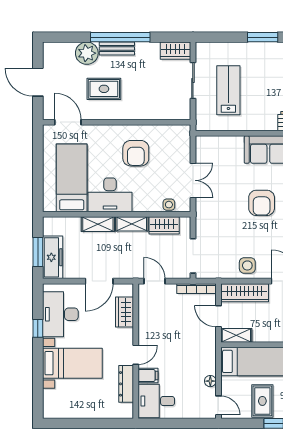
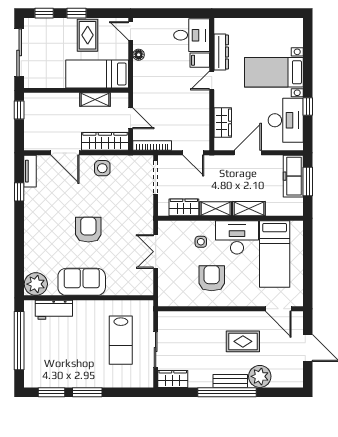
side table: (169, 205) -> (201, 242), moved
shelving: (236, 335) -> (95, 100), moved

